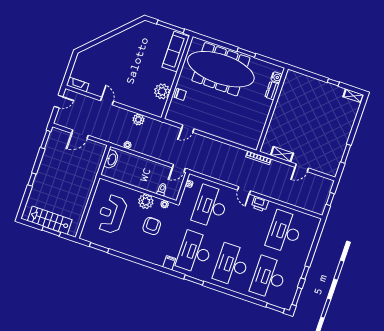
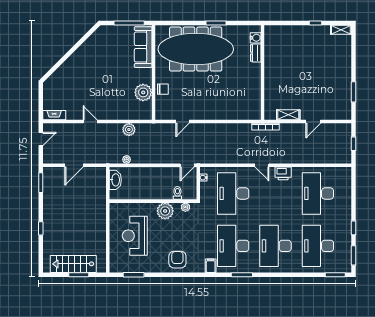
armchair: (152, 226) -> (177, 260), moved

